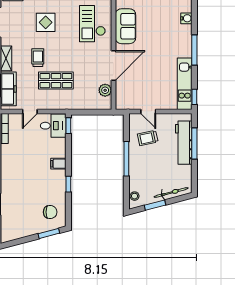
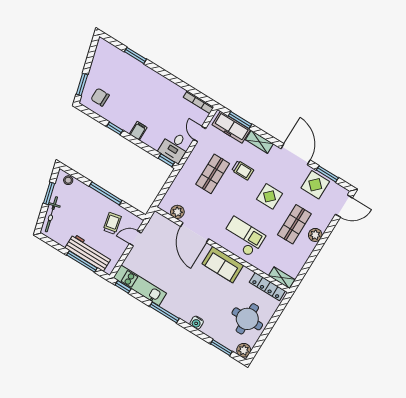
chair: (50, 212) -> (100, 97), turned 90

